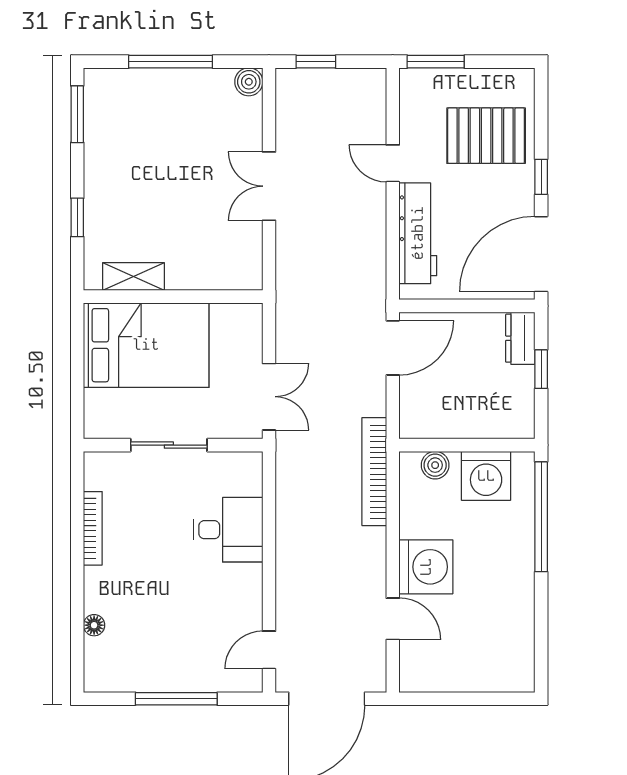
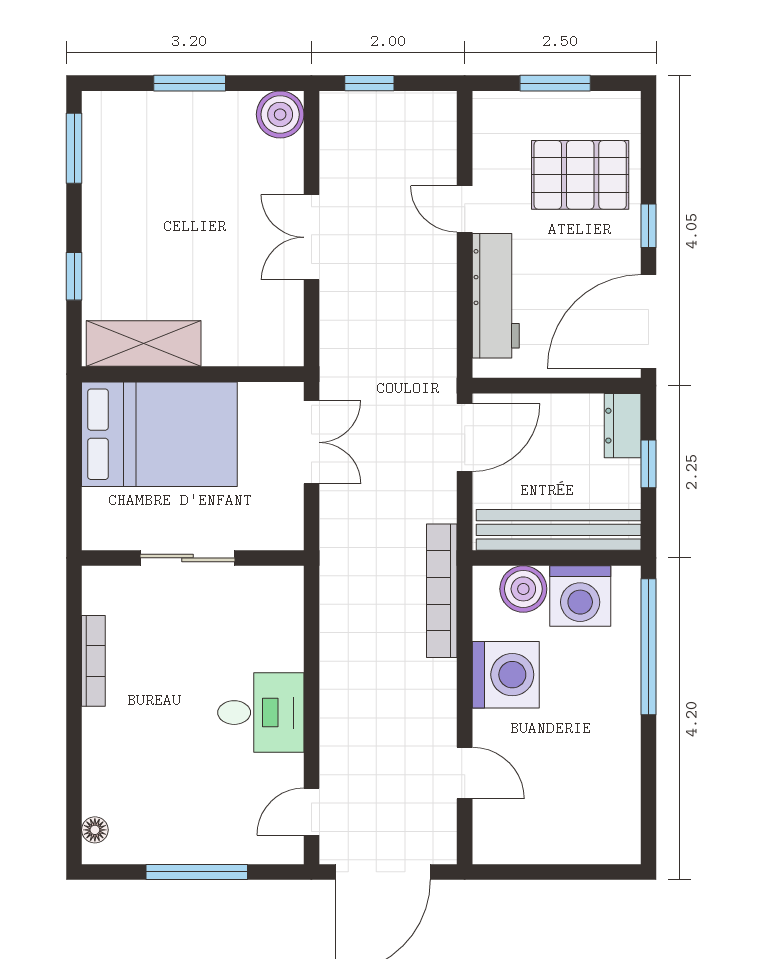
window: (171, 62) -> (190, 83), width x0.69
window: (436, 62) -> (555, 83), moved
boiler: (249, 82) -> (280, 114), width x1.36, depth x1.36
shelving: (133, 277) -> (144, 344), width x1.50, depth x1.33
double door: (269, 397) -> (311, 442), moved
bench: (469, 422) -> (559, 530), added
boiler: (435, 465) -> (523, 589), width x1.36, depth x1.36
desk: (228, 530) -> (261, 713), moved
washing machine: (426, 567) -> (506, 675), moved
floor lamp: (94, 625) -> (95, 830), moved

